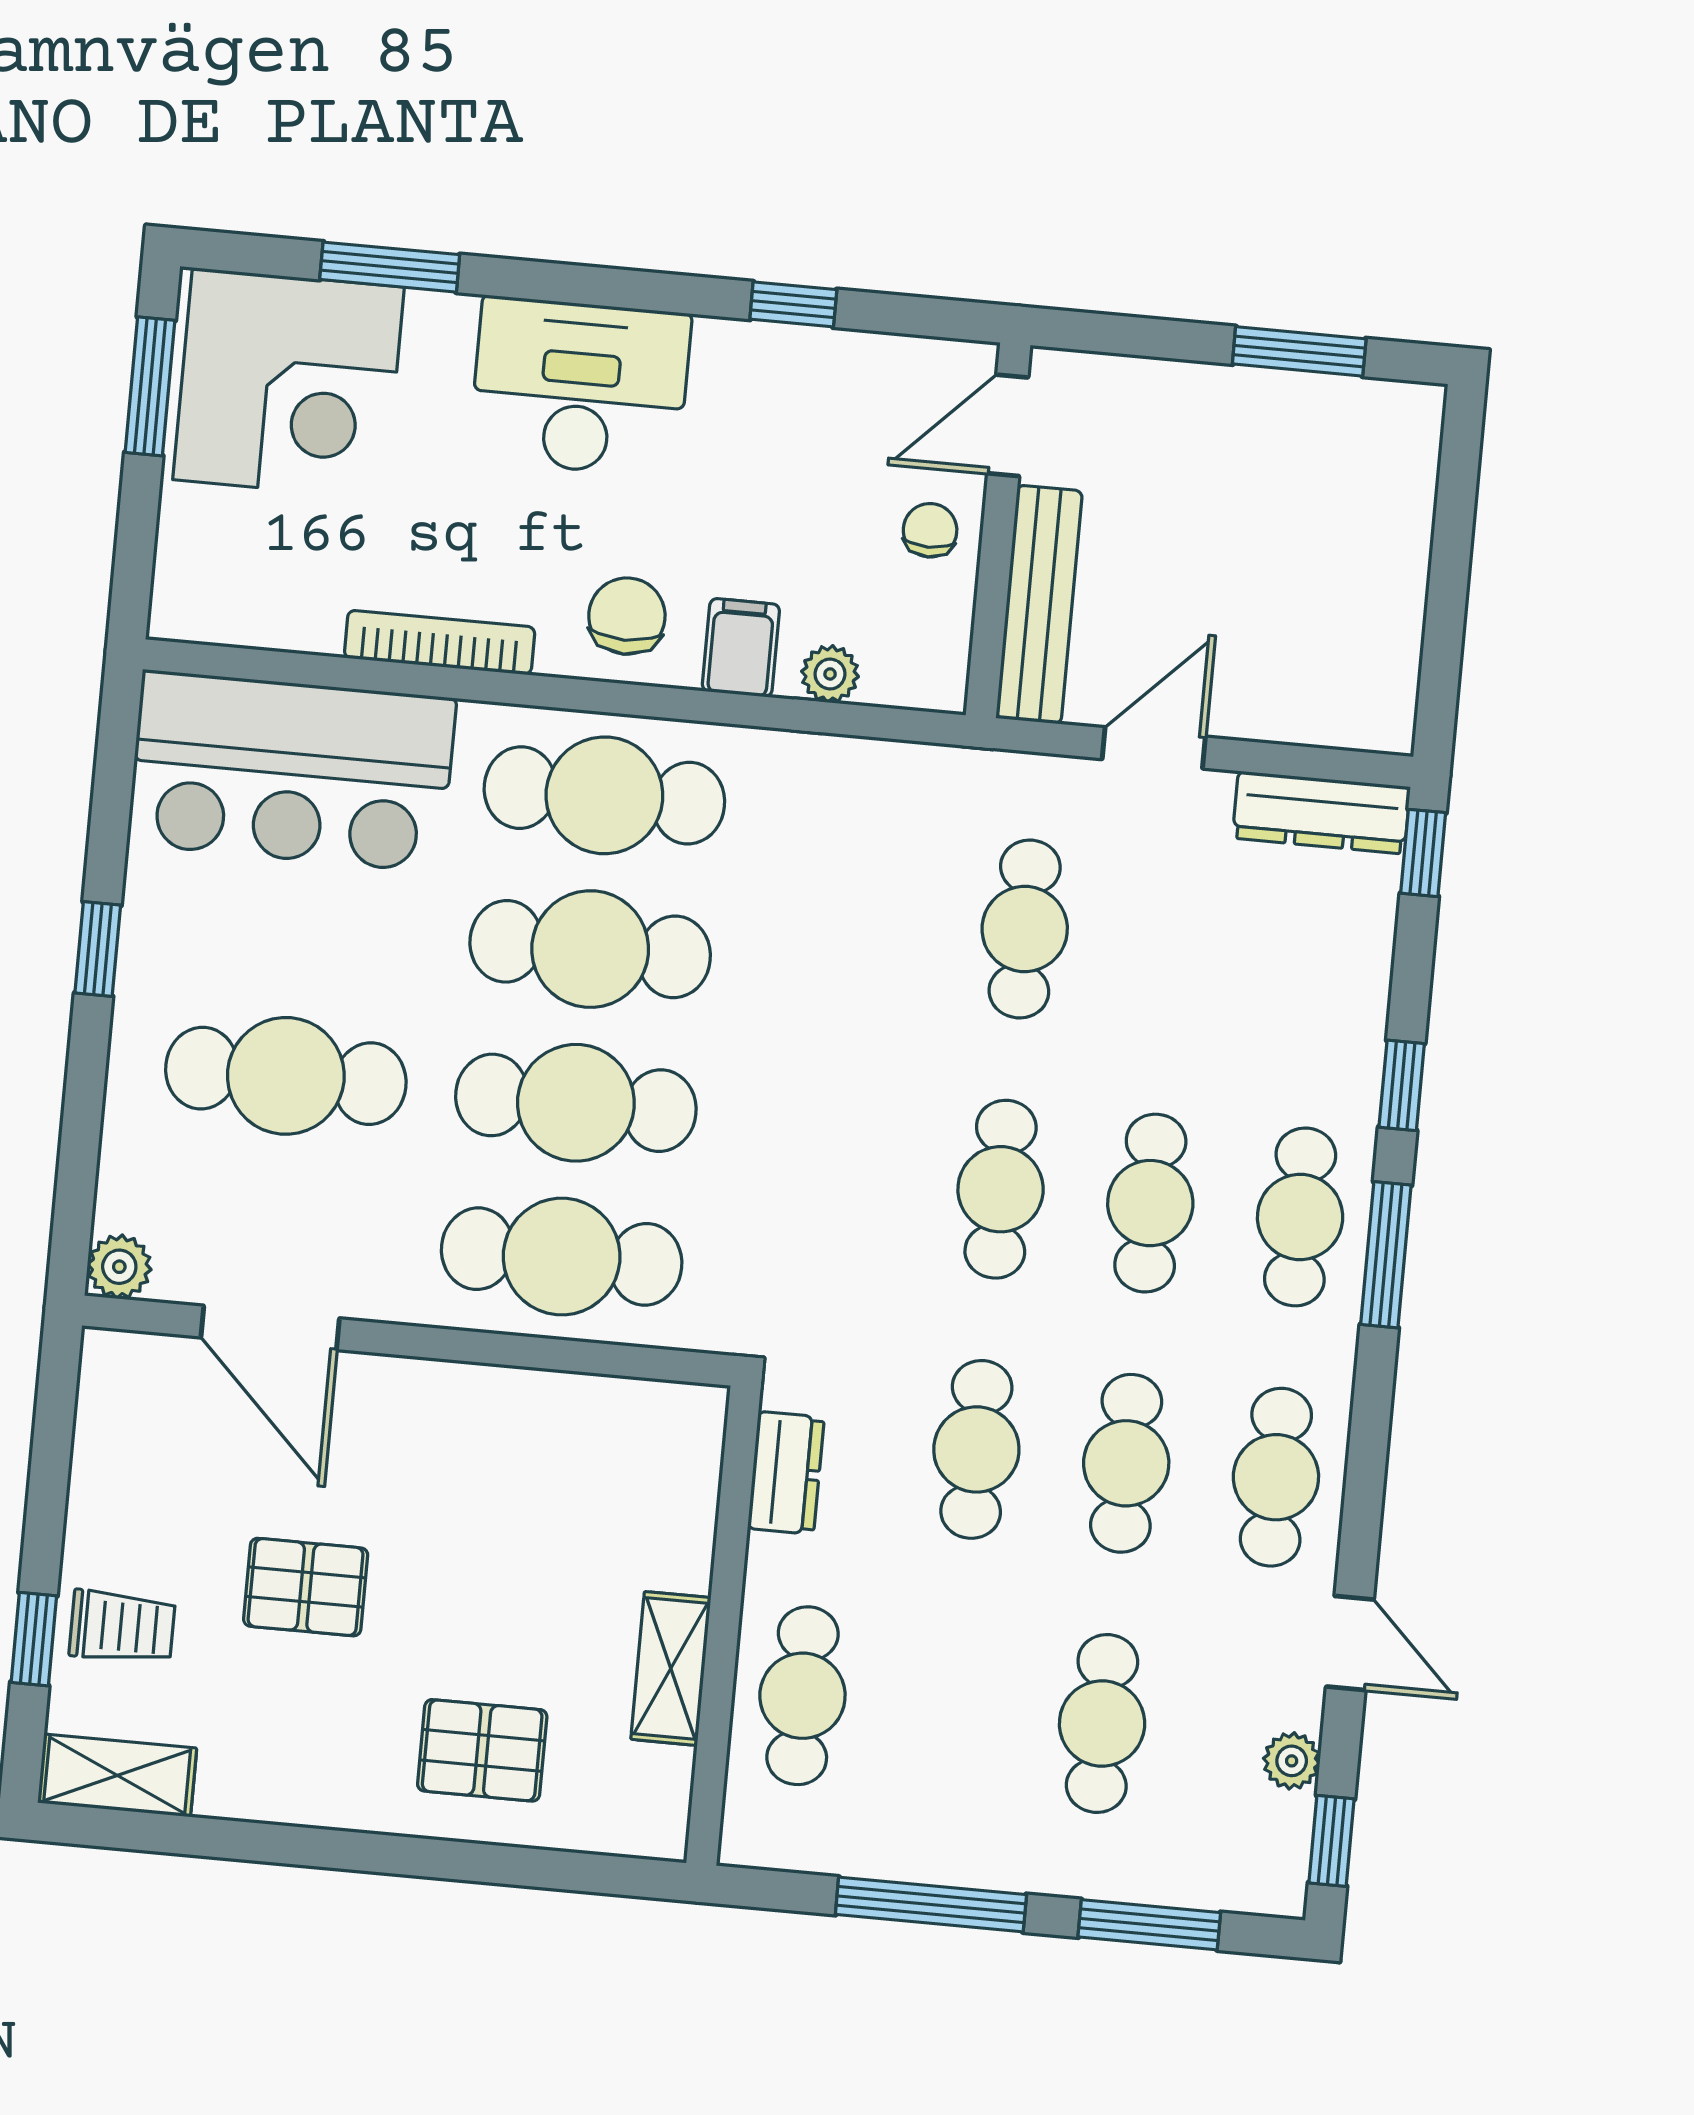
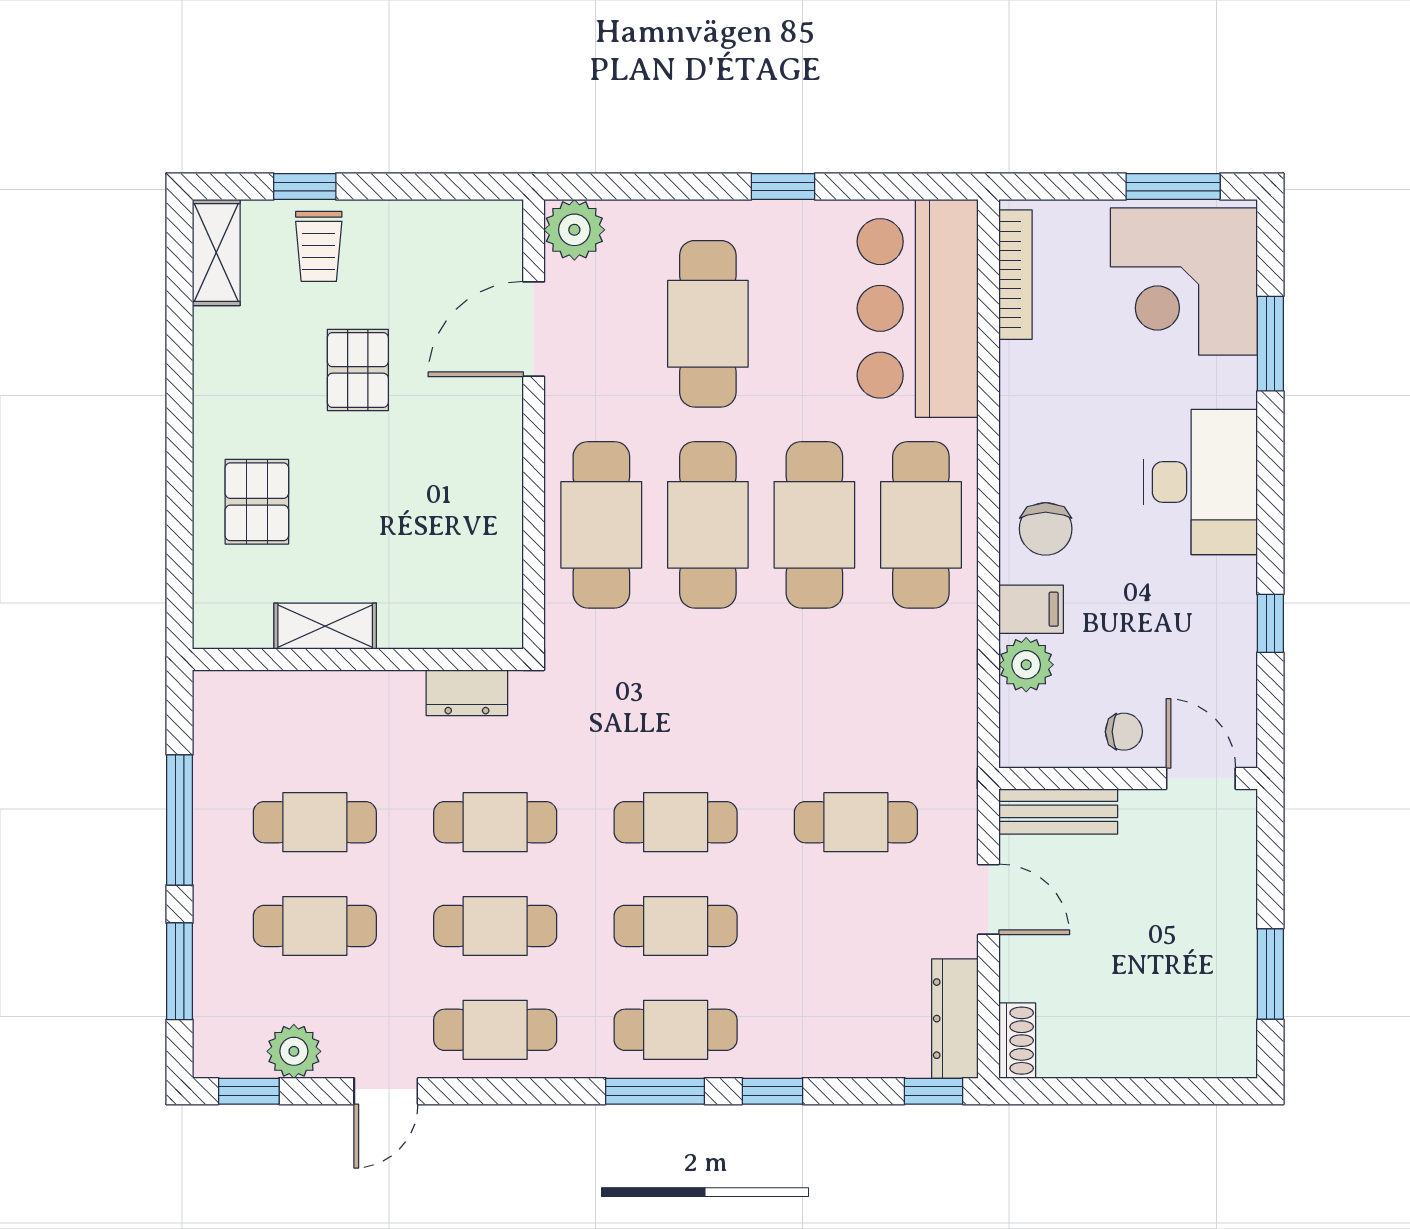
bench: (1039, 605) -> (1058, 811), width x0.73
chair: (627, 616) -> (1046, 529), turned 90
bookcase: (440, 642) -> (1016, 275), moved
plant: (830, 674) -> (1026, 665), width x1.38, depth x1.38
shoe rack: (1361, 725) -> (1017, 1041), added
plant: (119, 1267) -> (574, 230), width x1.38, depth x1.38
cafe table: (802, 1696) -> (315, 822), moved
plant: (1292, 1761) -> (294, 1051), width x1.38, depth x1.38

